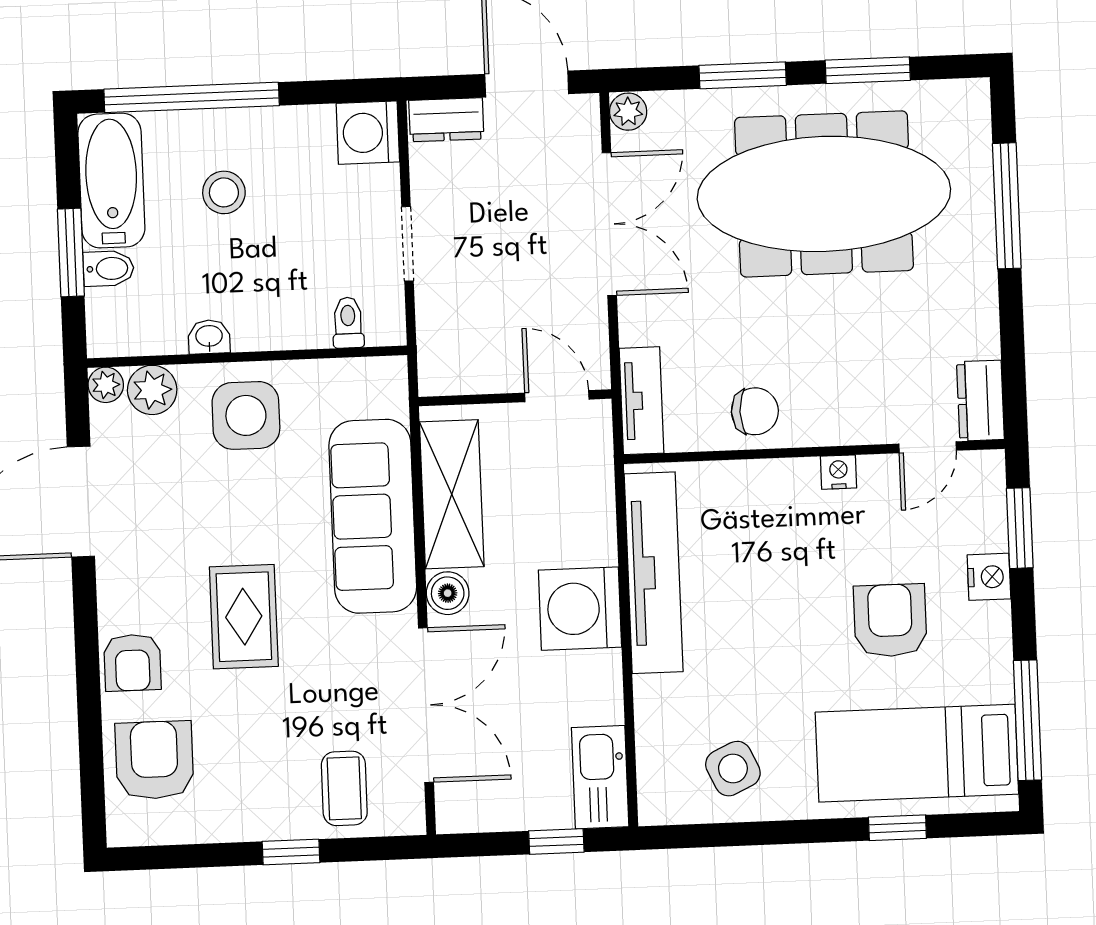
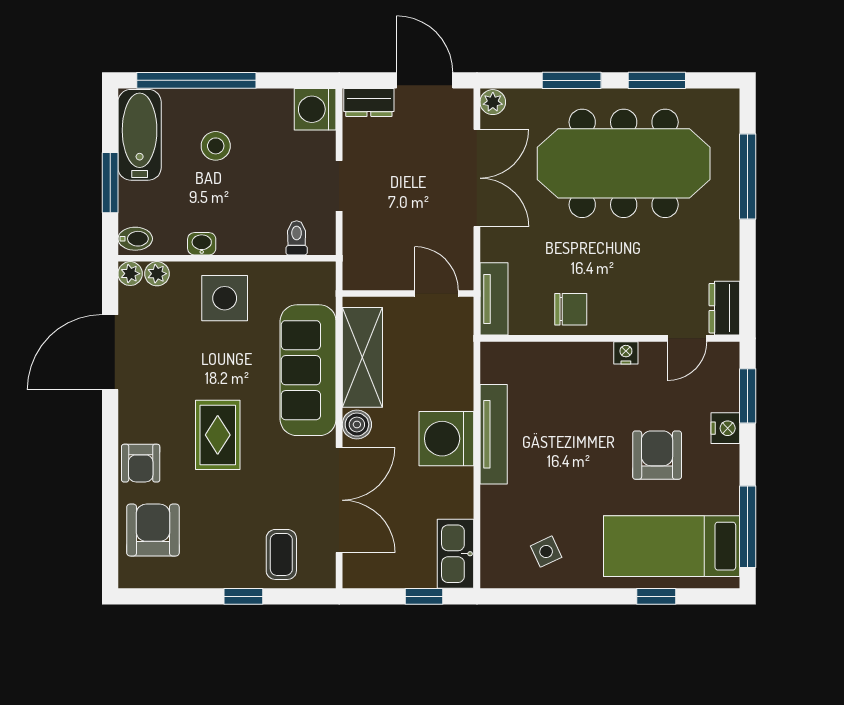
bidet: (109, 269) -> (135, 239), moved
plant: (152, 390) -> (157, 274), width x0.73, depth x0.73
tv unit: (654, 573) -> (494, 434), width x0.73, depth x0.78
side table: (733, 769) -> (546, 552), width x0.73, depth x0.73

